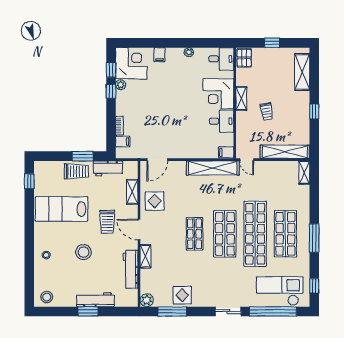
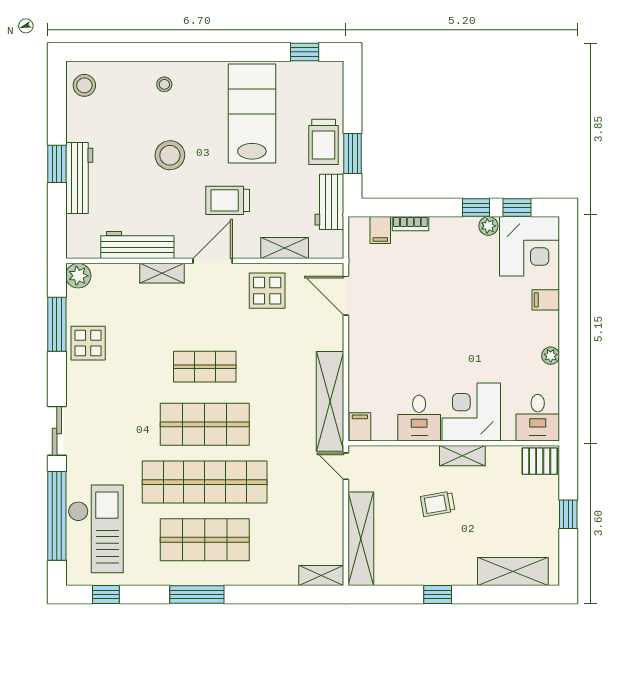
door: (247, 160) -> (346, 466), hinge flipped

